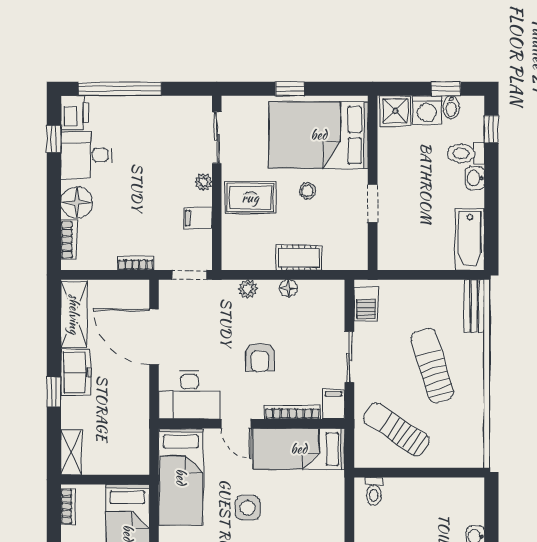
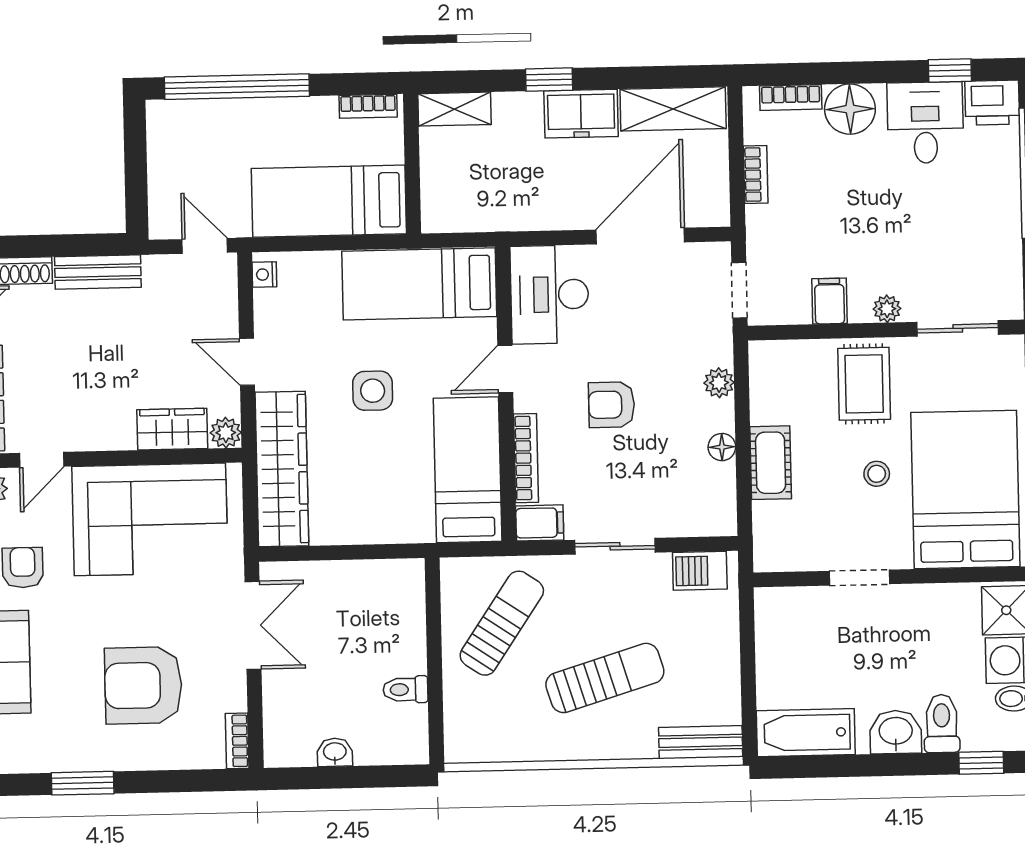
washbasin: (475, 178) -> (896, 732), width x1.38, depth x1.45
bookcase: (136, 263) -> (756, 175), moved
toilet: (374, 491) -> (406, 690), moved

